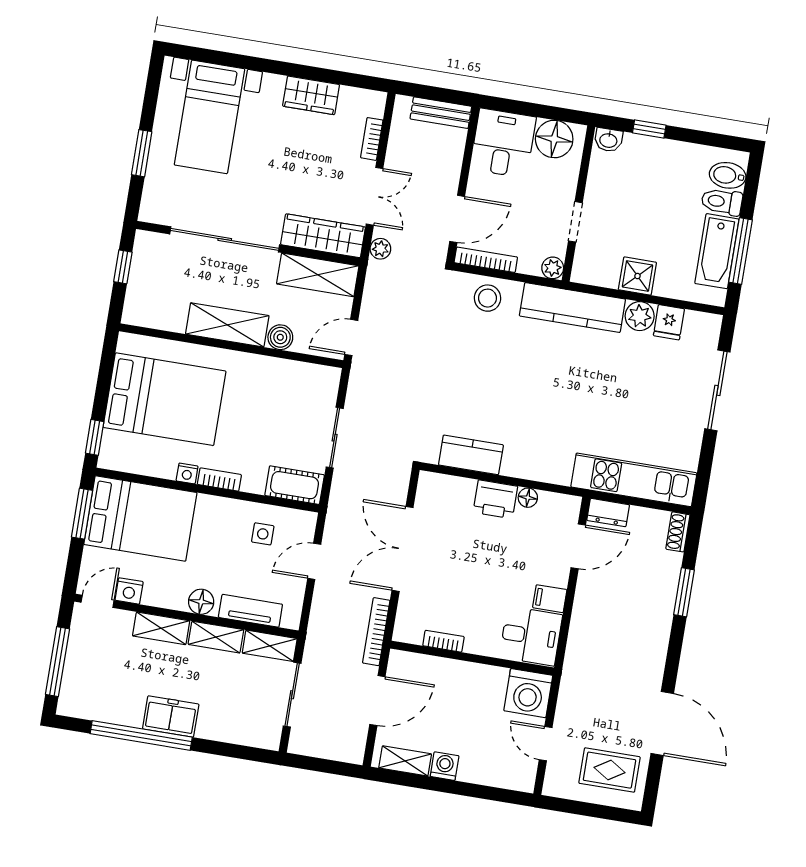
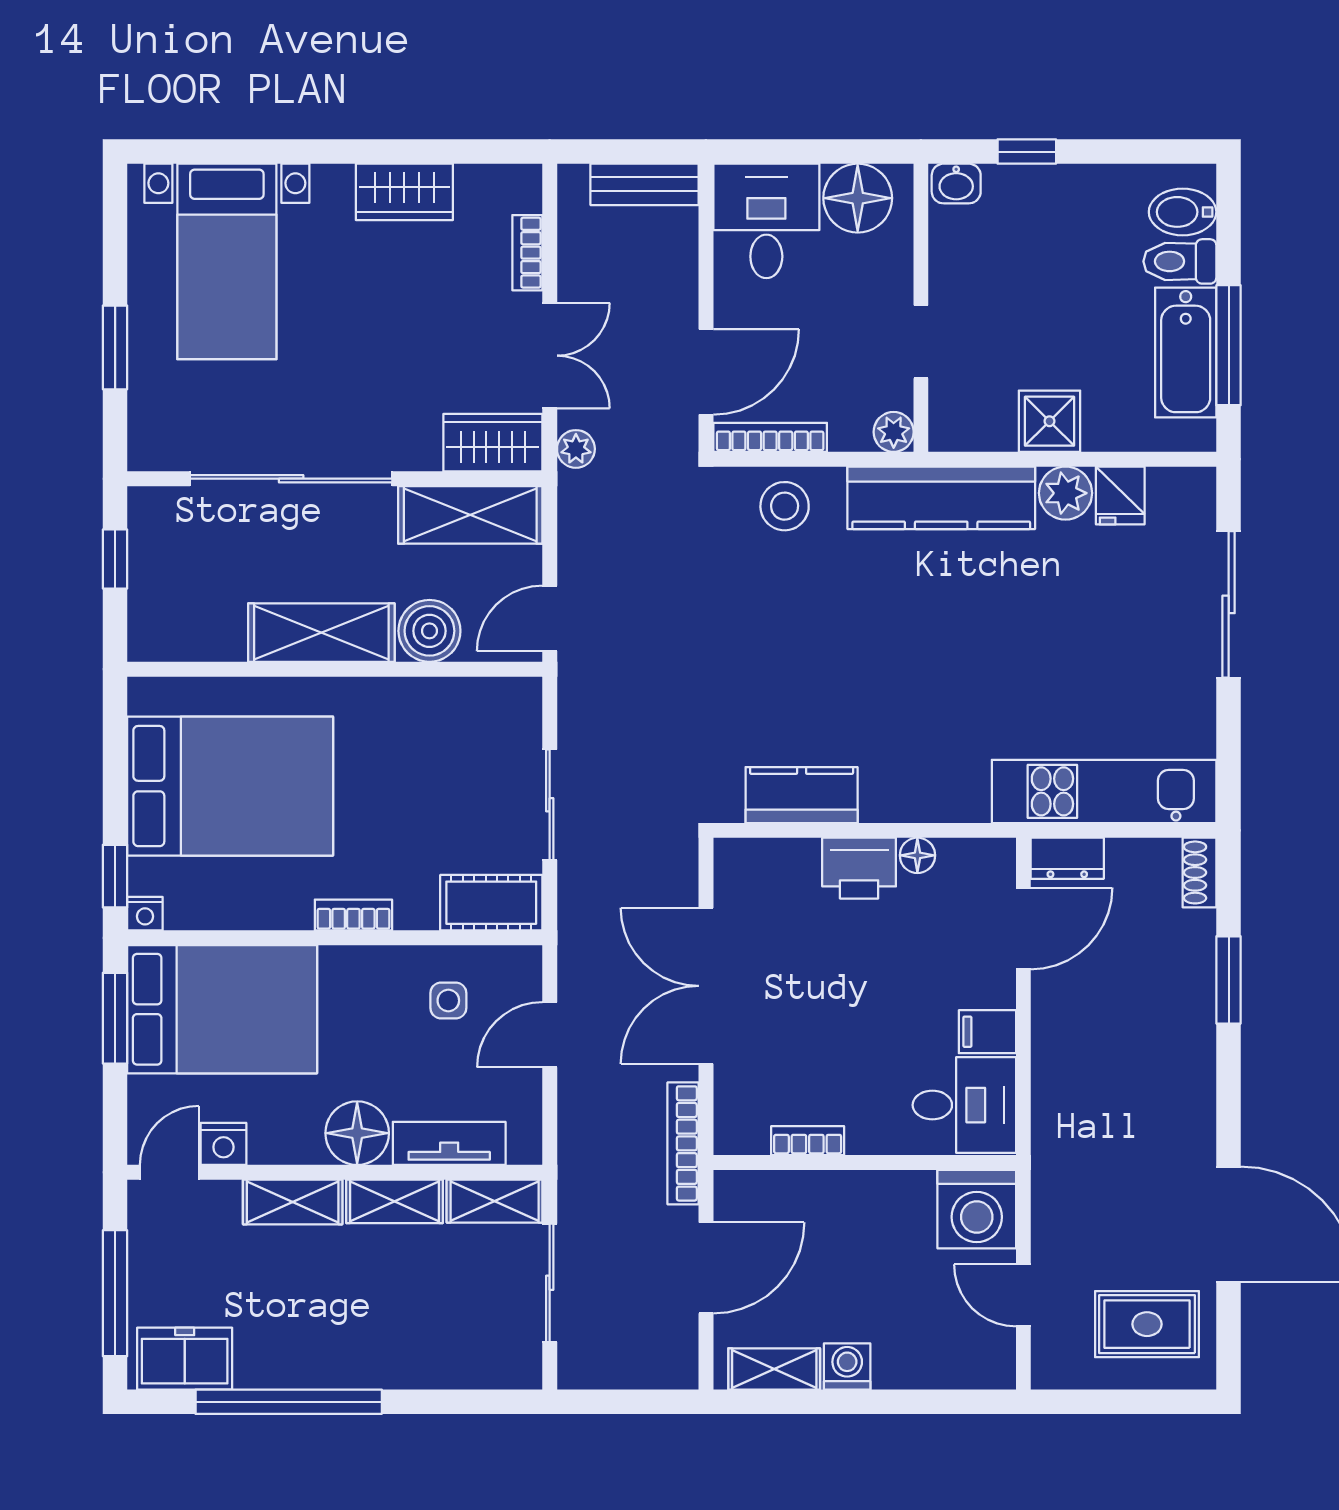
wardrobe: (323, 236) -> (493, 443), width x0.67
boiler: (280, 337) -> (429, 631), width x1.36, depth x1.36
nightstand: (187, 473) -> (145, 914), moved
floor lamp: (201, 602) -> (357, 1133), width x1.38, depth x1.38
freezer: (171, 716) -> (185, 1359), moved

